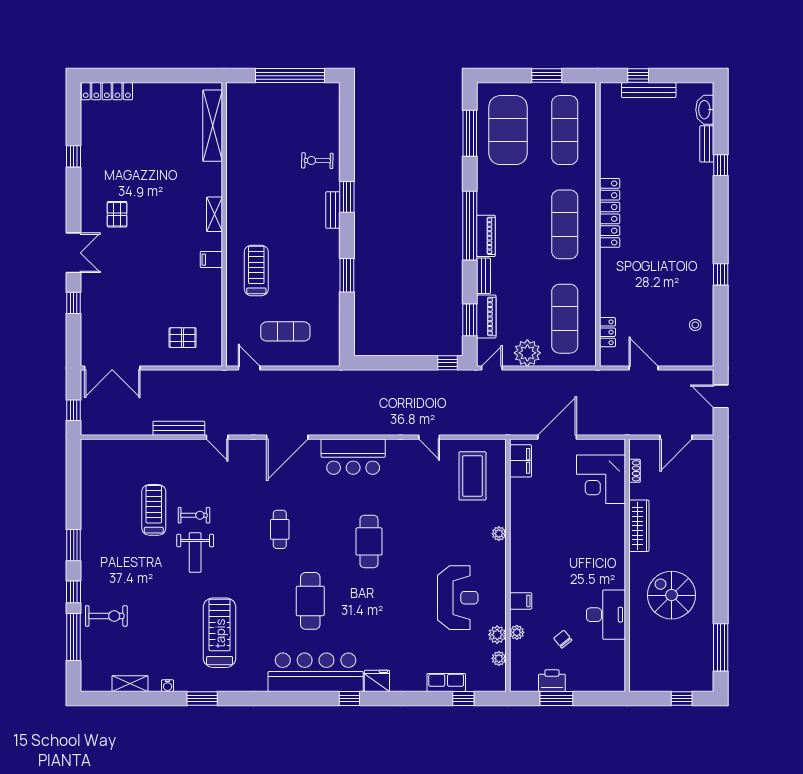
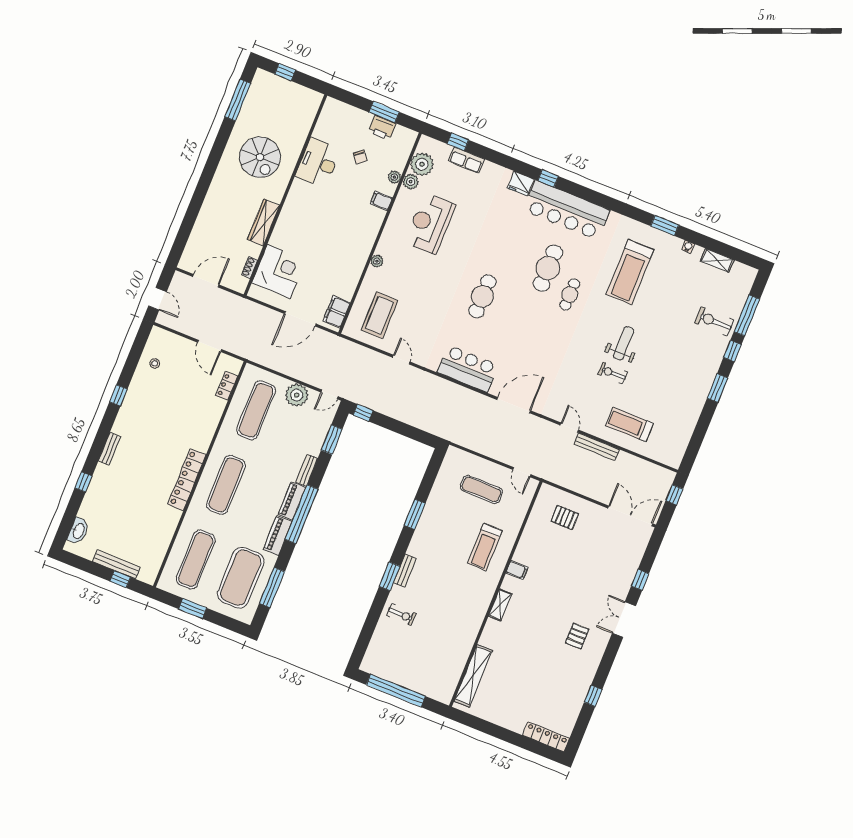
bench: (707, 144) -> (110, 449), moved
piano: (486, 316) -> (278, 535), moved
treadmill: (154, 510) -> (629, 425), moved, turned 90
cafe table: (280, 529) -> (570, 294), moved
plant: (499, 658) -> (422, 164), width x1.88, depth x1.88

